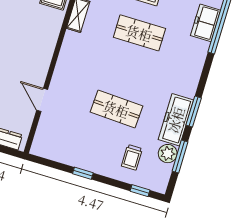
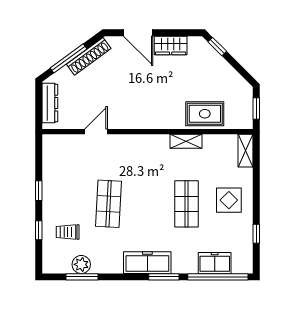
window: (194, 111) -> (164, 277), moved
freezer: (176, 120) -> (147, 263), moved
window: (140, 191) -> (39, 230), moved

